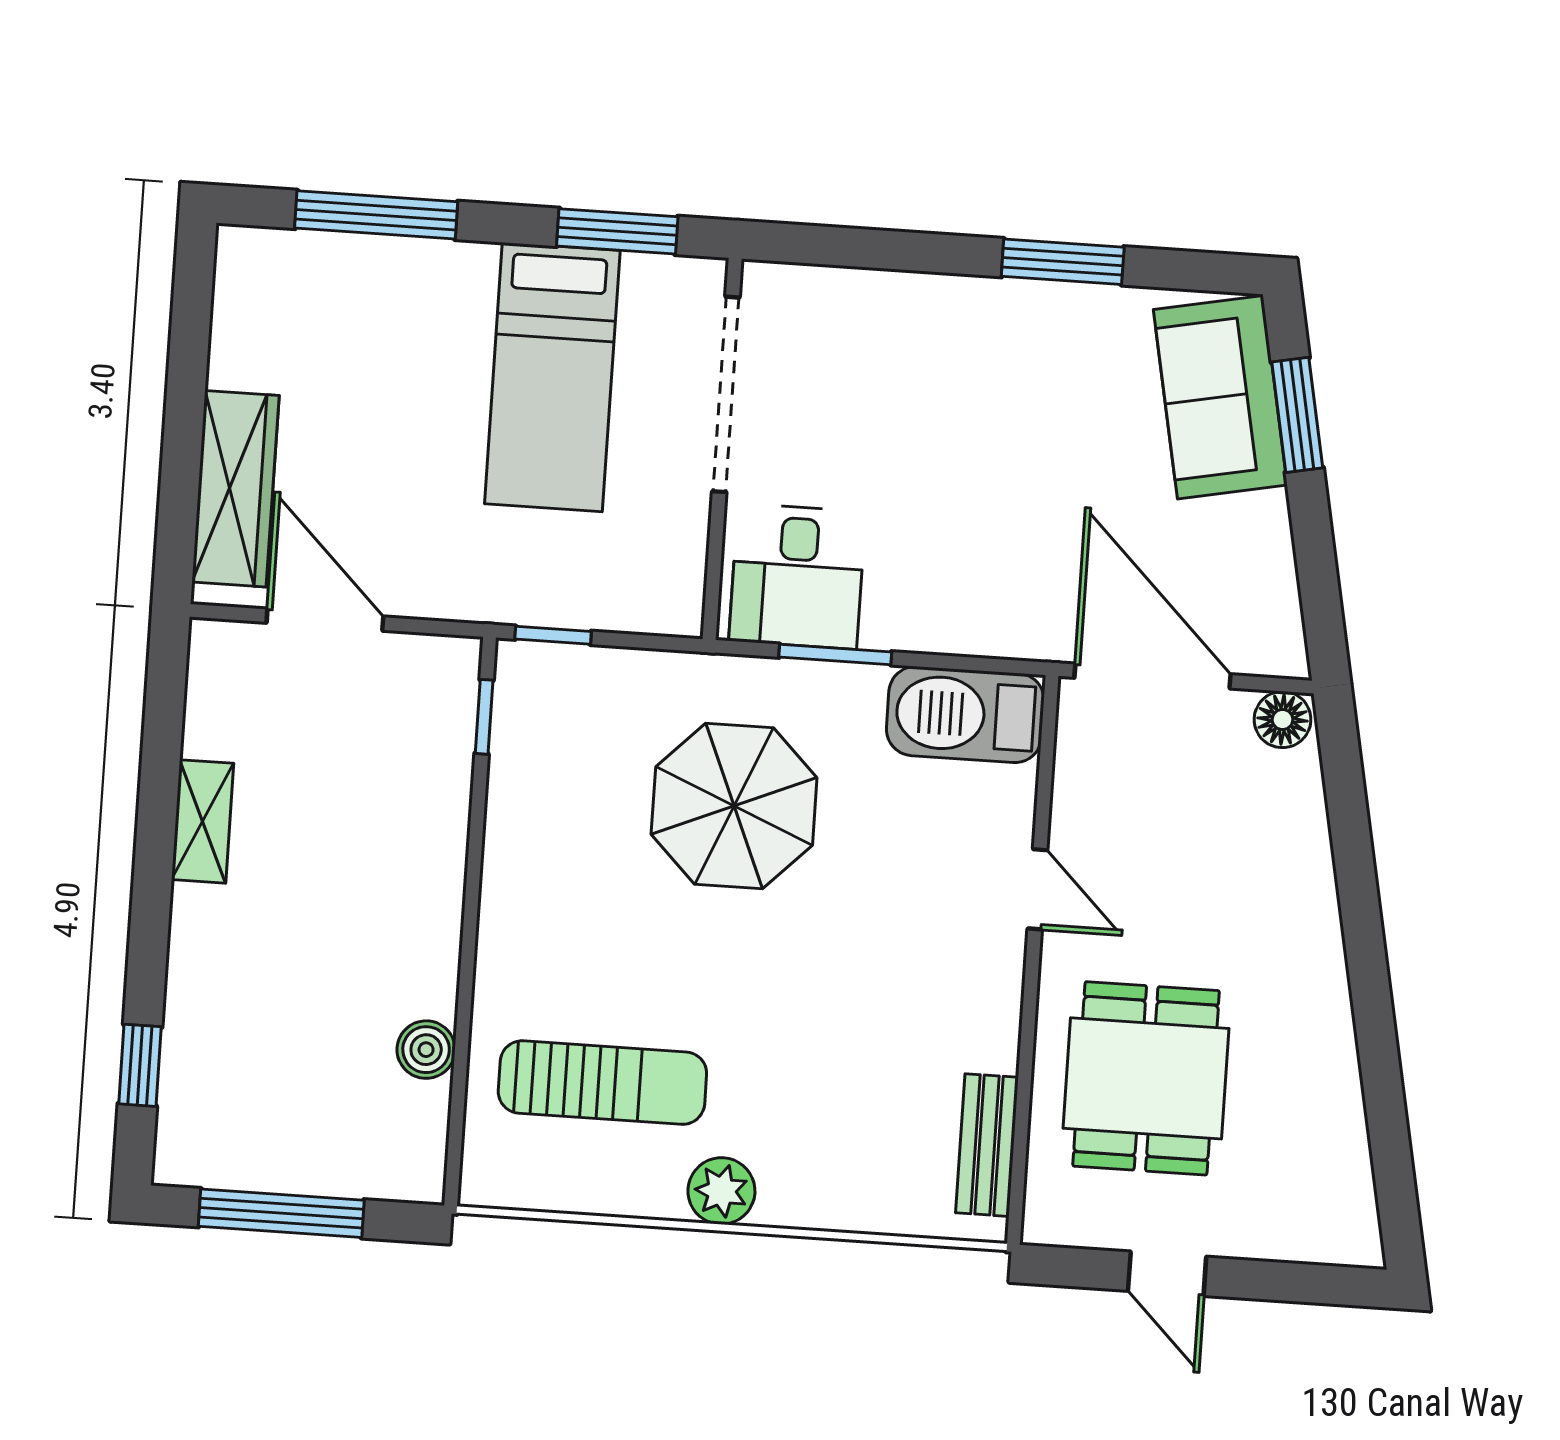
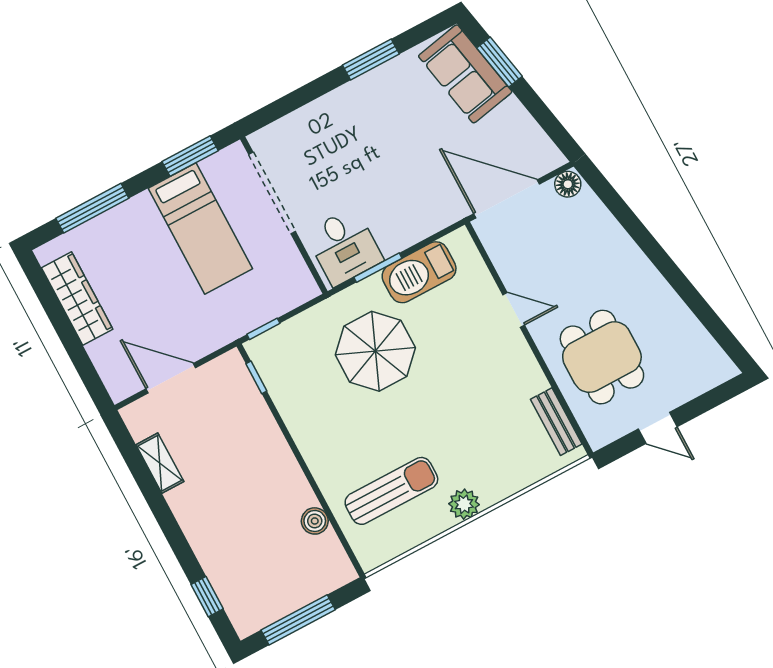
wardrobe: (235, 489) -> (77, 298), moved
barbecue: (965, 715) -> (419, 272), moved
shelving: (203, 821) -> (160, 463), moved

